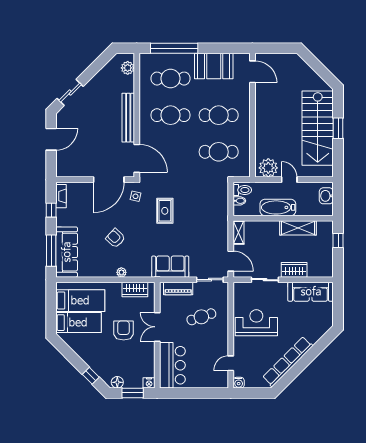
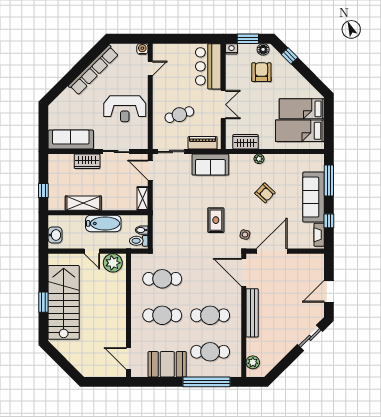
sofa: (67, 252) -> (313, 197), moved
armchair: (124, 330) -> (261, 72), moved, turned 180

